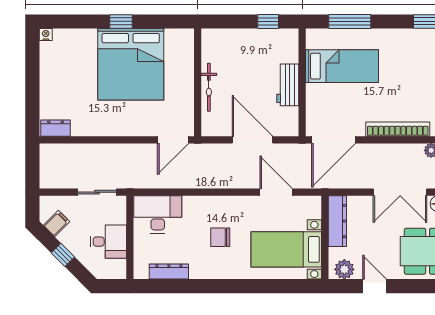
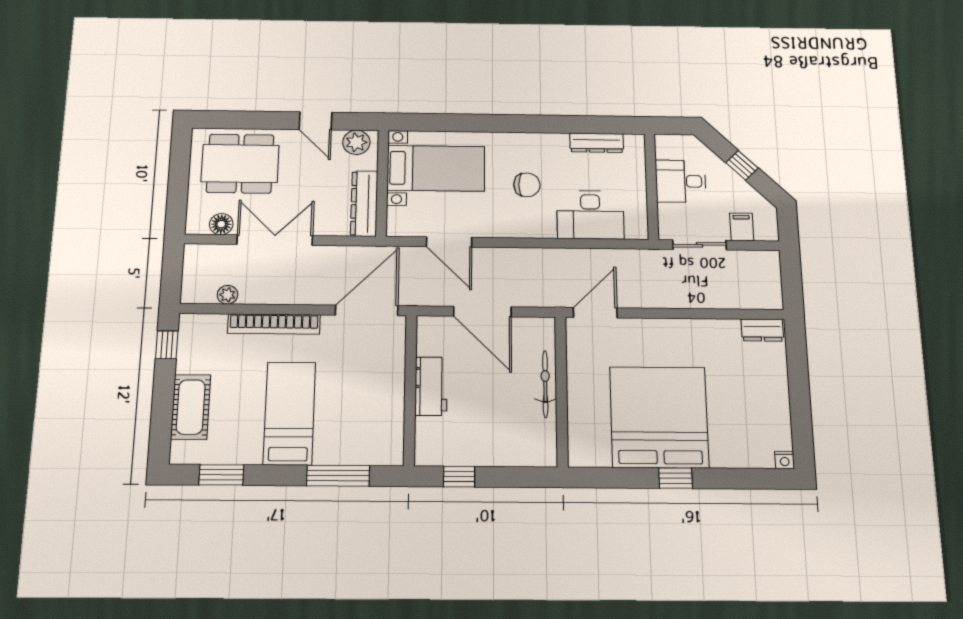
bed: (342, 66) -> (290, 413), moved, turned 90
desk: (158, 214) -> (590, 215), moved
filing cabinet: (57, 223) -> (742, 227), moved, turned 135

